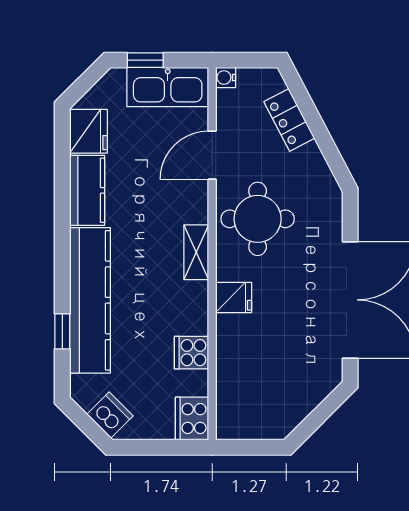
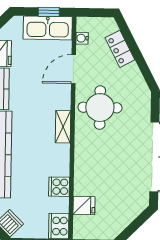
window: (145, 60) -> (49, 12), moved
water cooler: (226, 77) -> (82, 38), moved
fridge: (234, 297) -> (84, 205), moved

